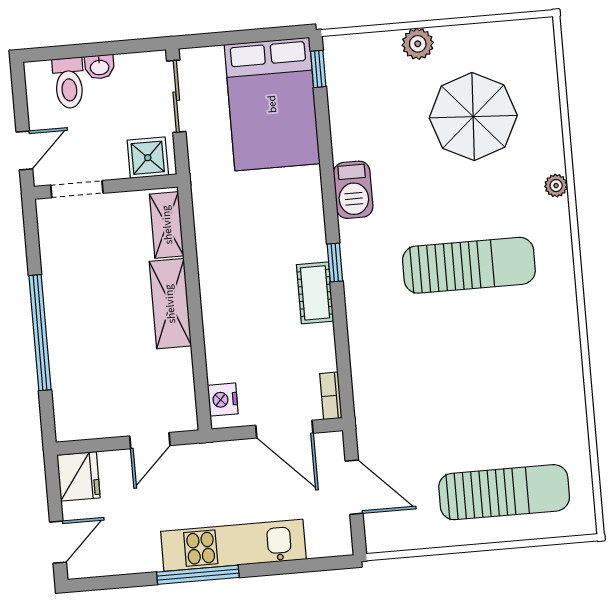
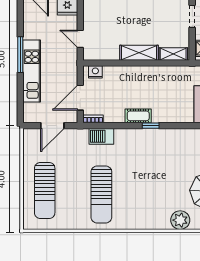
plant: (556, 186) -> (180, 220), width x1.88, depth x1.88
barbecue: (353, 190) -> (101, 136), moved
sun lounger: (469, 265) -> (101, 194), moved

